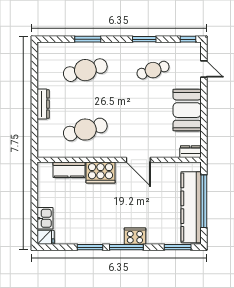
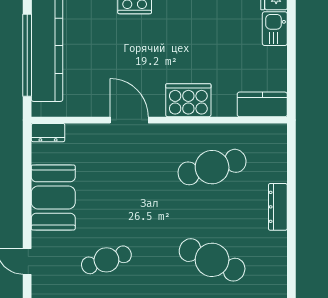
cafe table: (85, 70) -> (212, 260), turned 39
kitchen counter: (69, 170) -> (262, 104), moved

